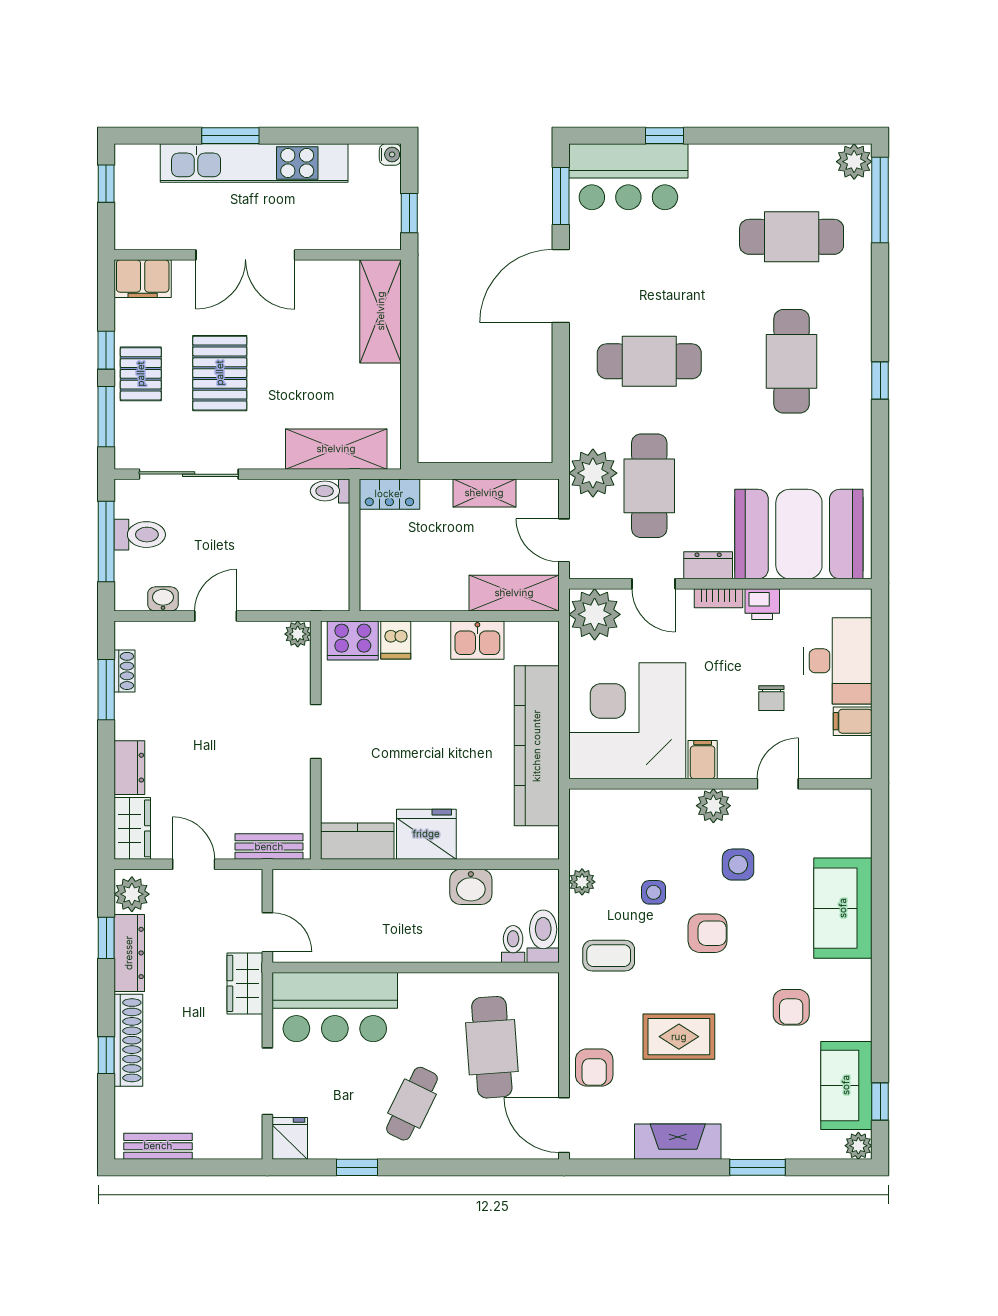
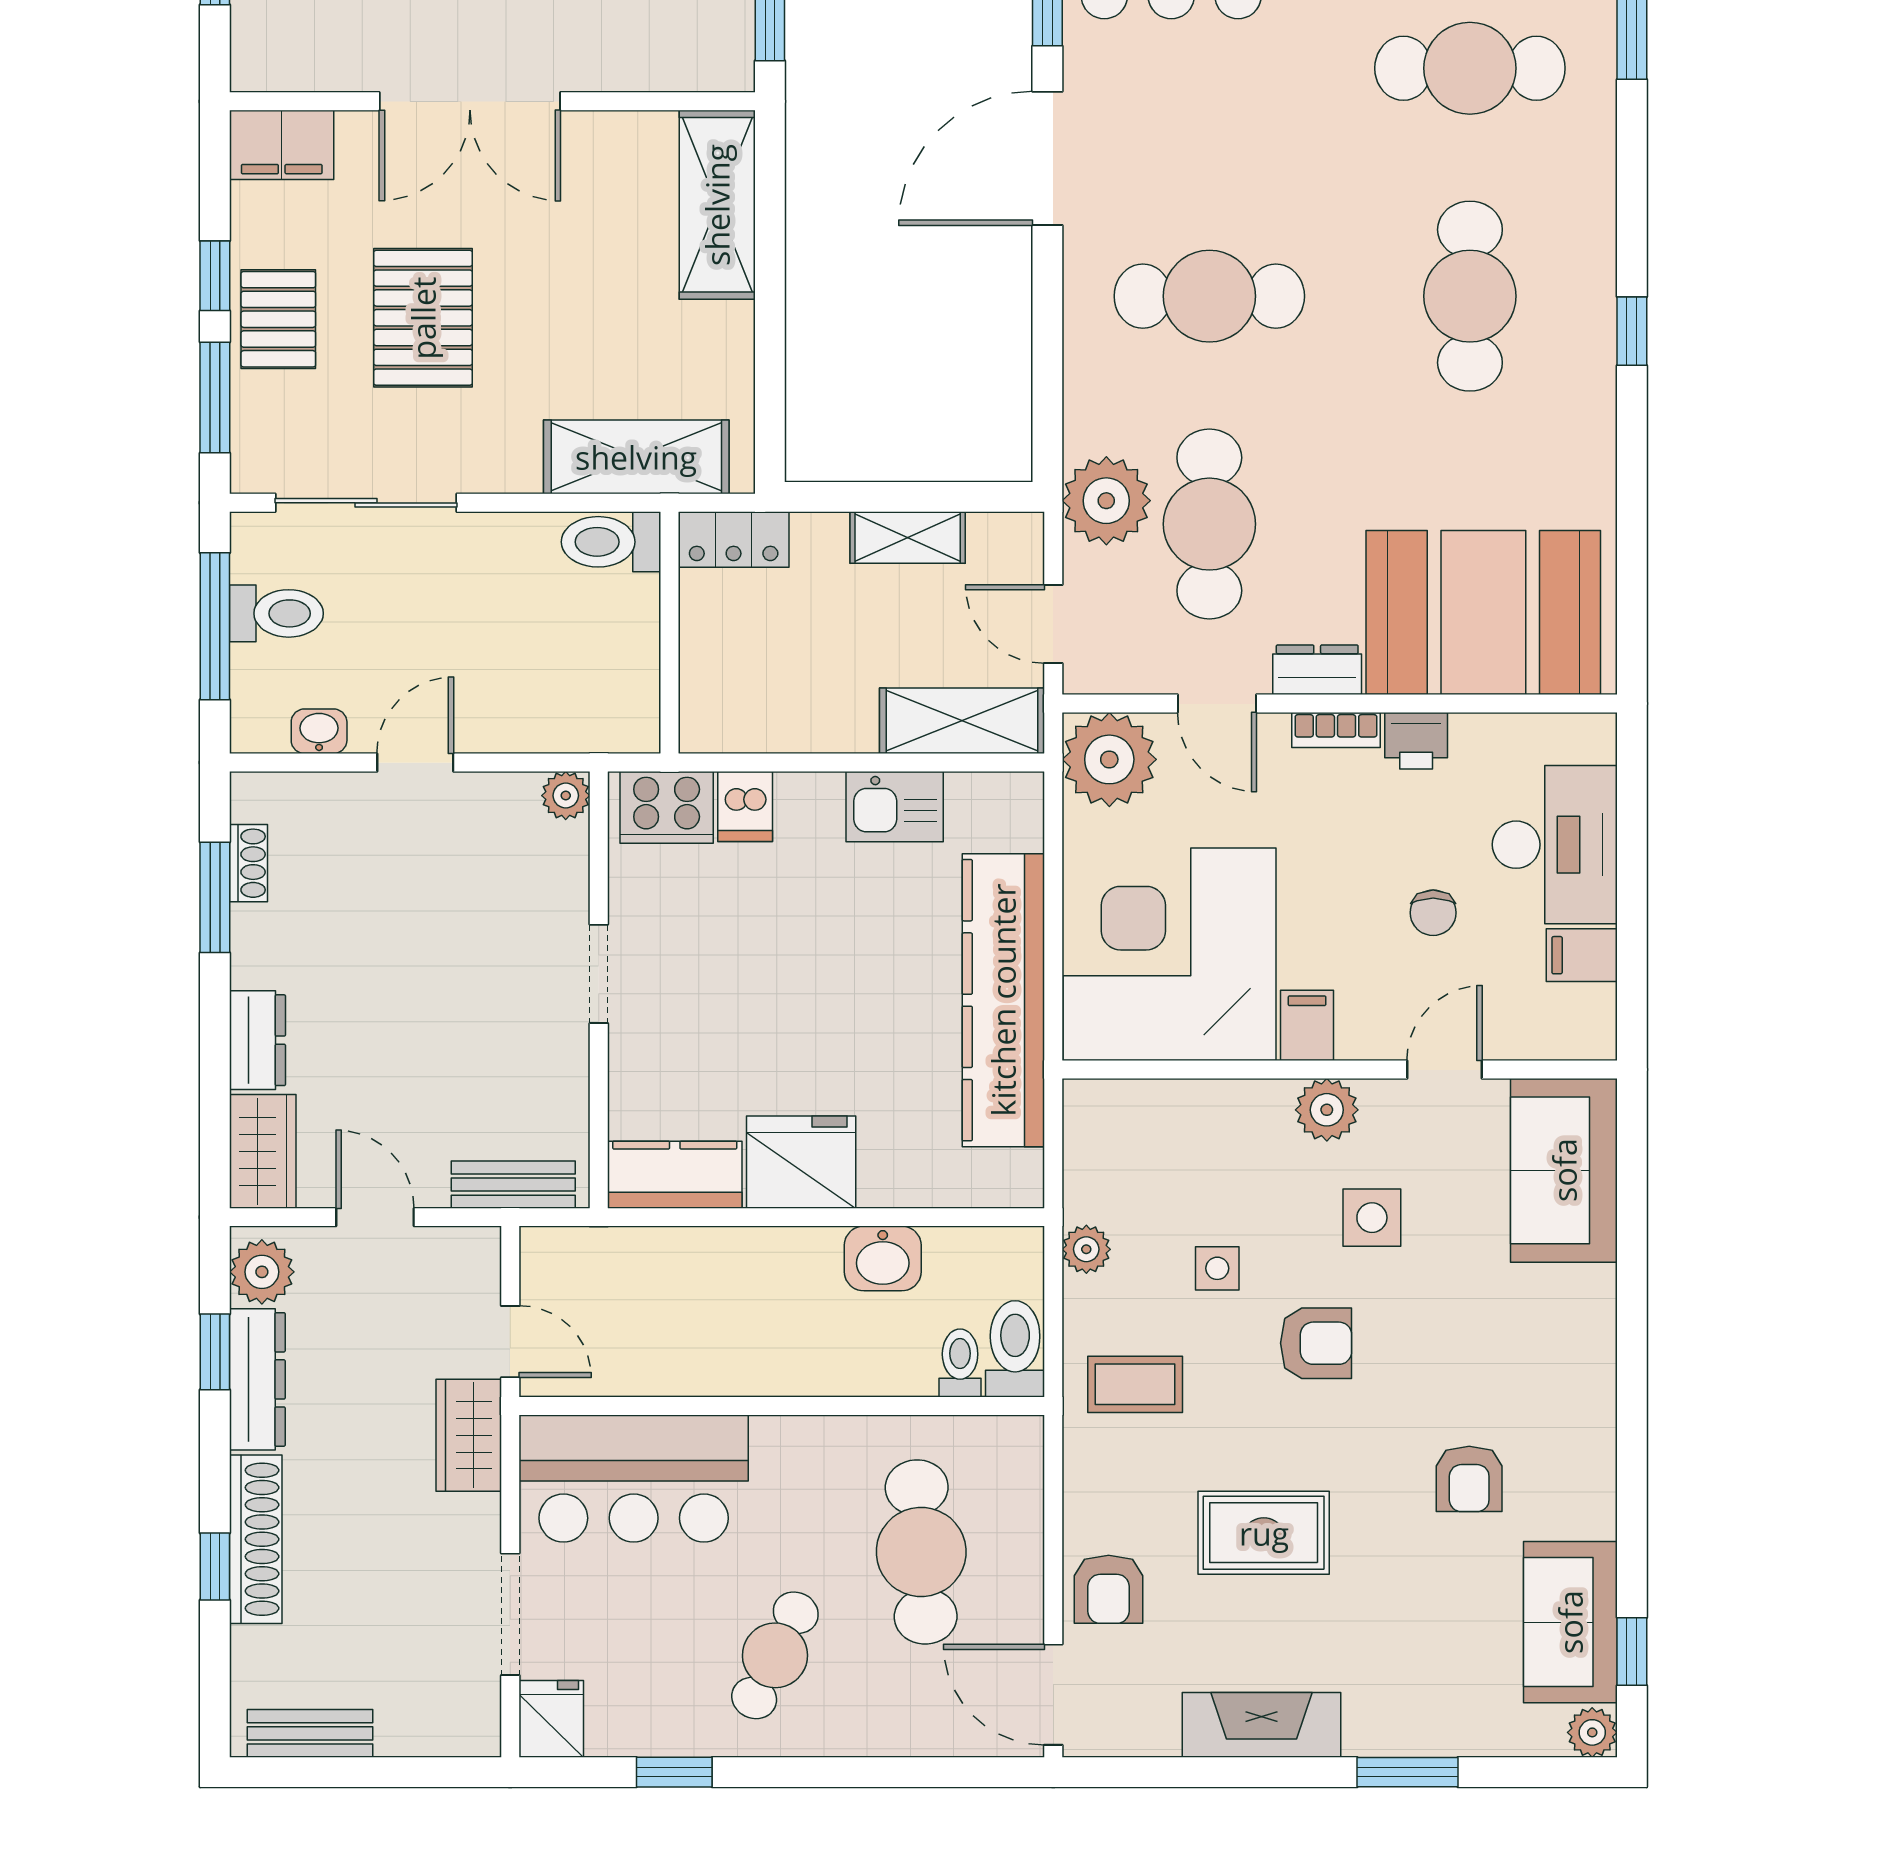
toilet: (330, 491) -> (611, 542), width x1.37, depth x1.39
sofa: (843, 908) -> (1564, 1170), moved

